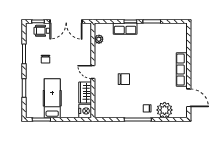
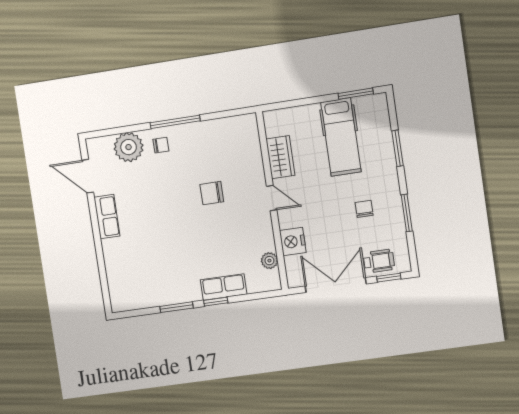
row of seats: (182, 70) -> (107, 217), width x0.68
nightstand: (85, 111) -> (293, 242), moved

